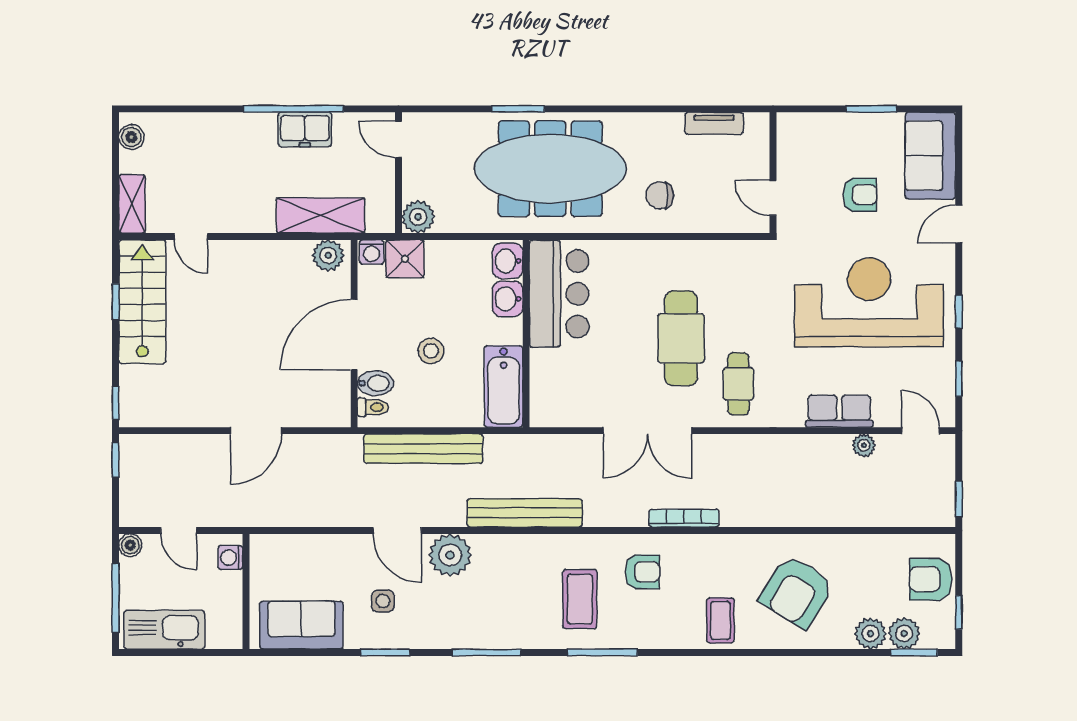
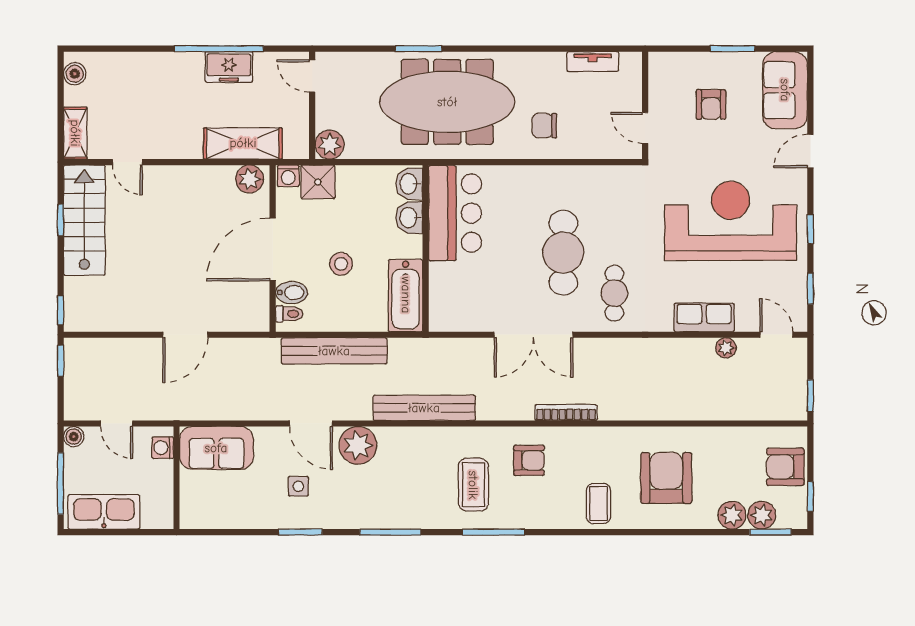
armchair: (860, 195) -> (711, 104), moved, turned 90
armchair: (797, 592) -> (666, 478), turned 148
sofa: (301, 625) -> (216, 448), moved, turned 180

